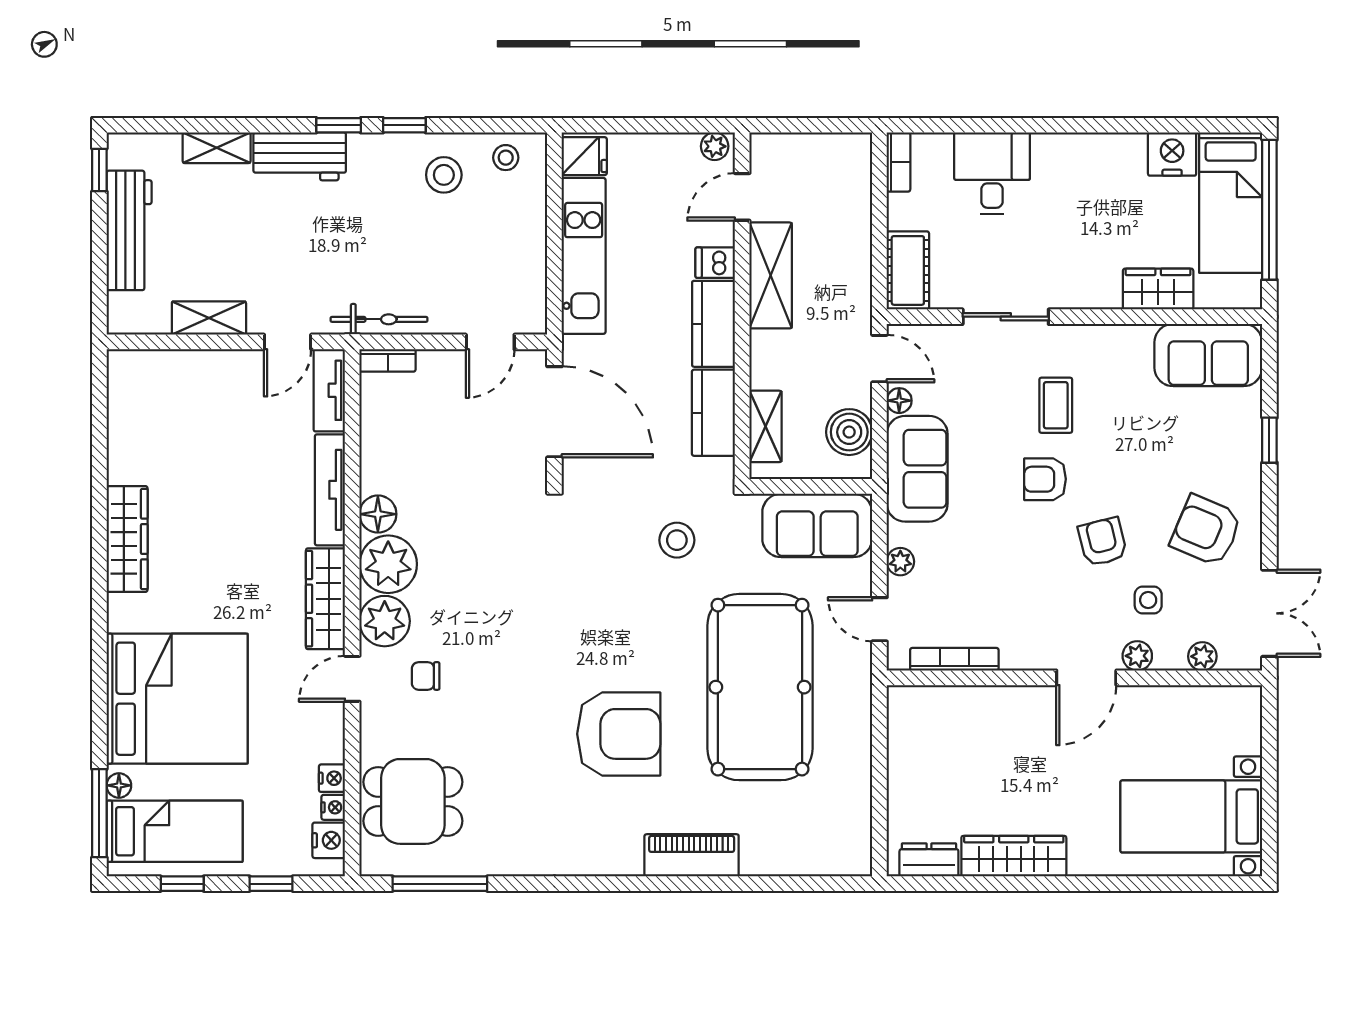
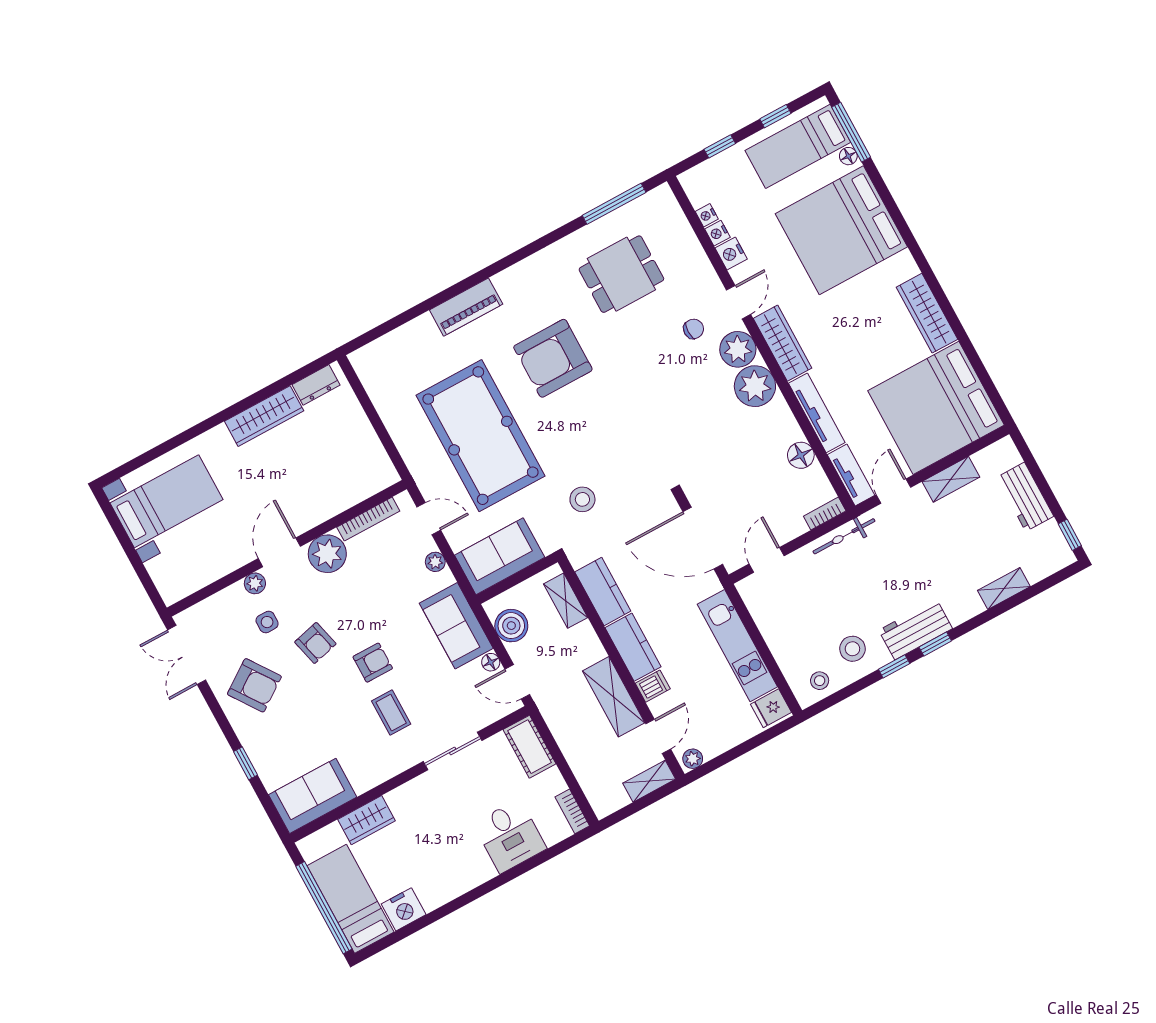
shelving: (783, 148) -> (649, 781), added
workbench: (300, 156) -> (916, 629), moved
workbench: (129, 230) -> (1025, 497), width x0.73
bed: (179, 416) -> (936, 408), added
floor lamp: (378, 514) -> (801, 455), moved
armchair: (1206, 530) -> (254, 685), turned 32
plant: (1202, 656) -> (327, 554), moved, width x1.88, depth x1.88
dining table: (413, 801) -> (621, 274), moved
nightstand: (329, 840) -> (731, 253), moved

